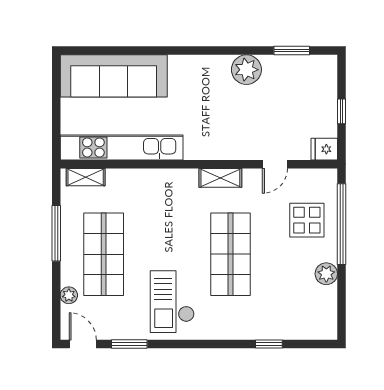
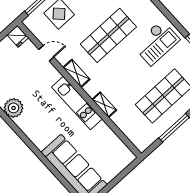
kitchen unit: (122, 147) -> (77, 103), moved, width x0.73
shelving: (86, 177) -> (104, 105), moved

